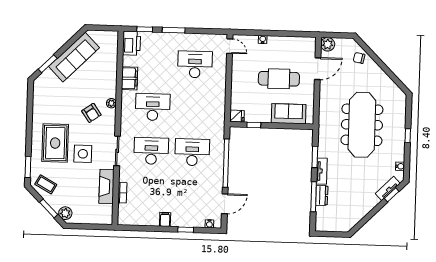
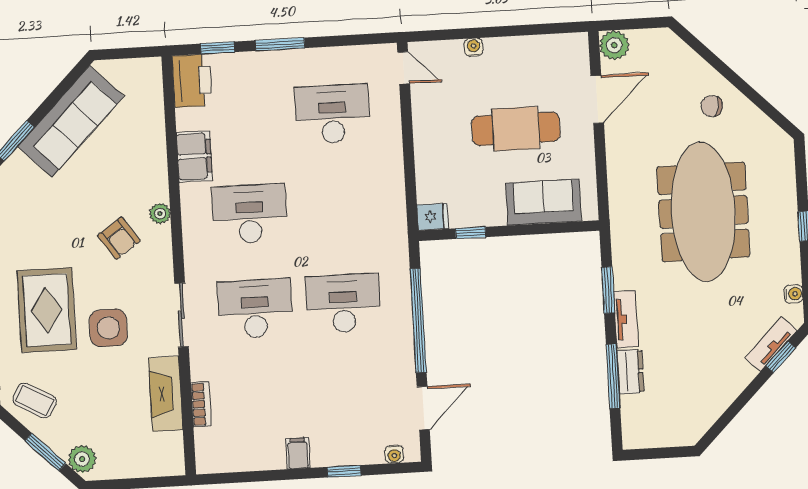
chair: (359, 58) -> (712, 106), moved

